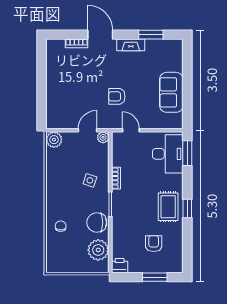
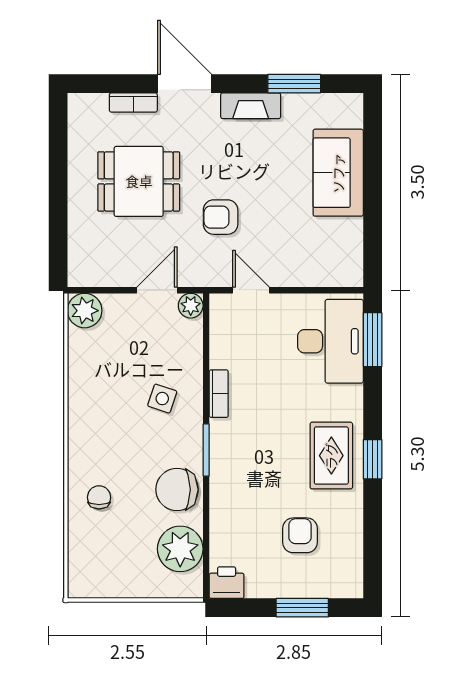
dining table: (79, 80) -> (139, 181), added
sofa: (171, 92) -> (338, 173), moved

